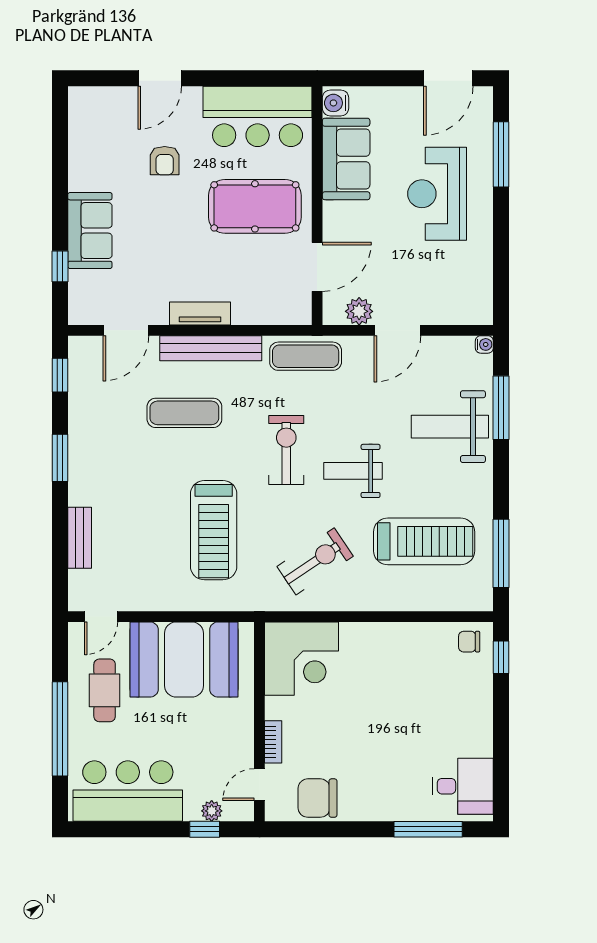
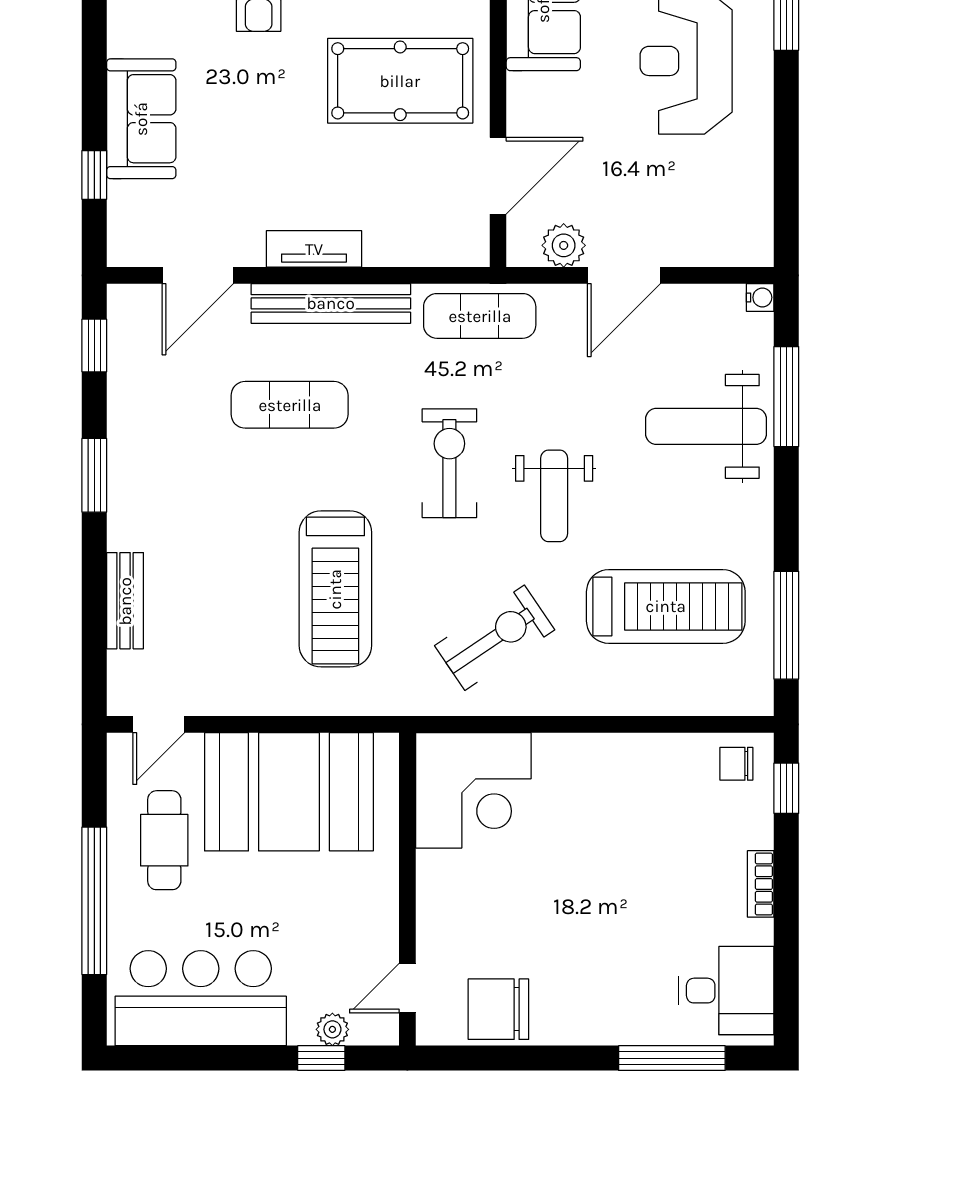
weight bench: (353, 471) -> (554, 496), turned -90
bookcase: (273, 742) -> (761, 884), moved, turned 180

